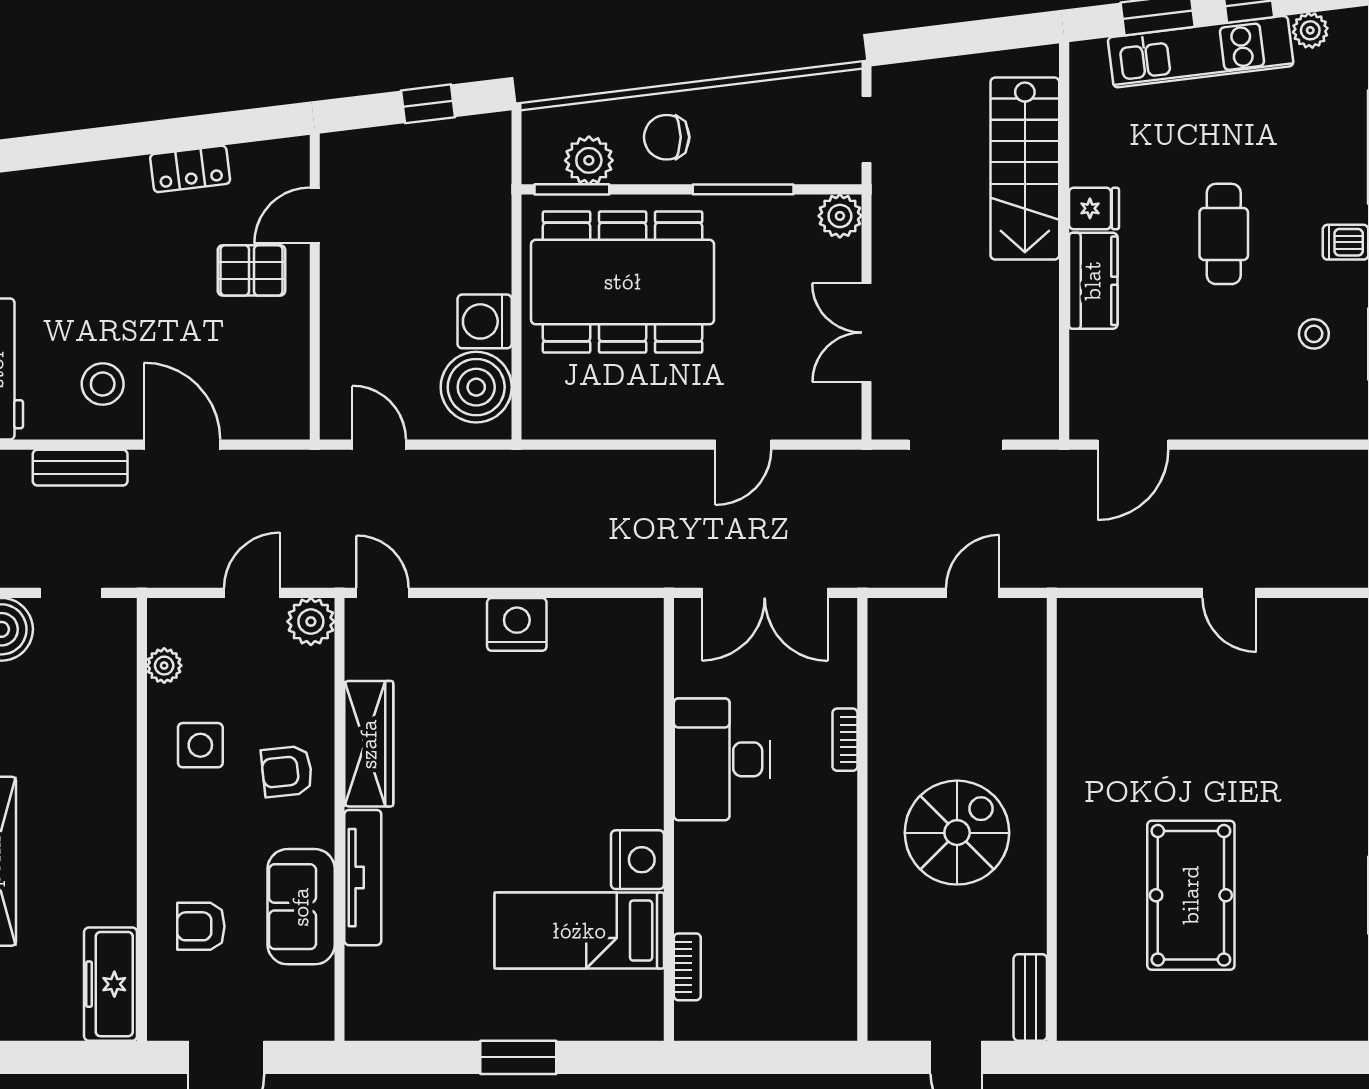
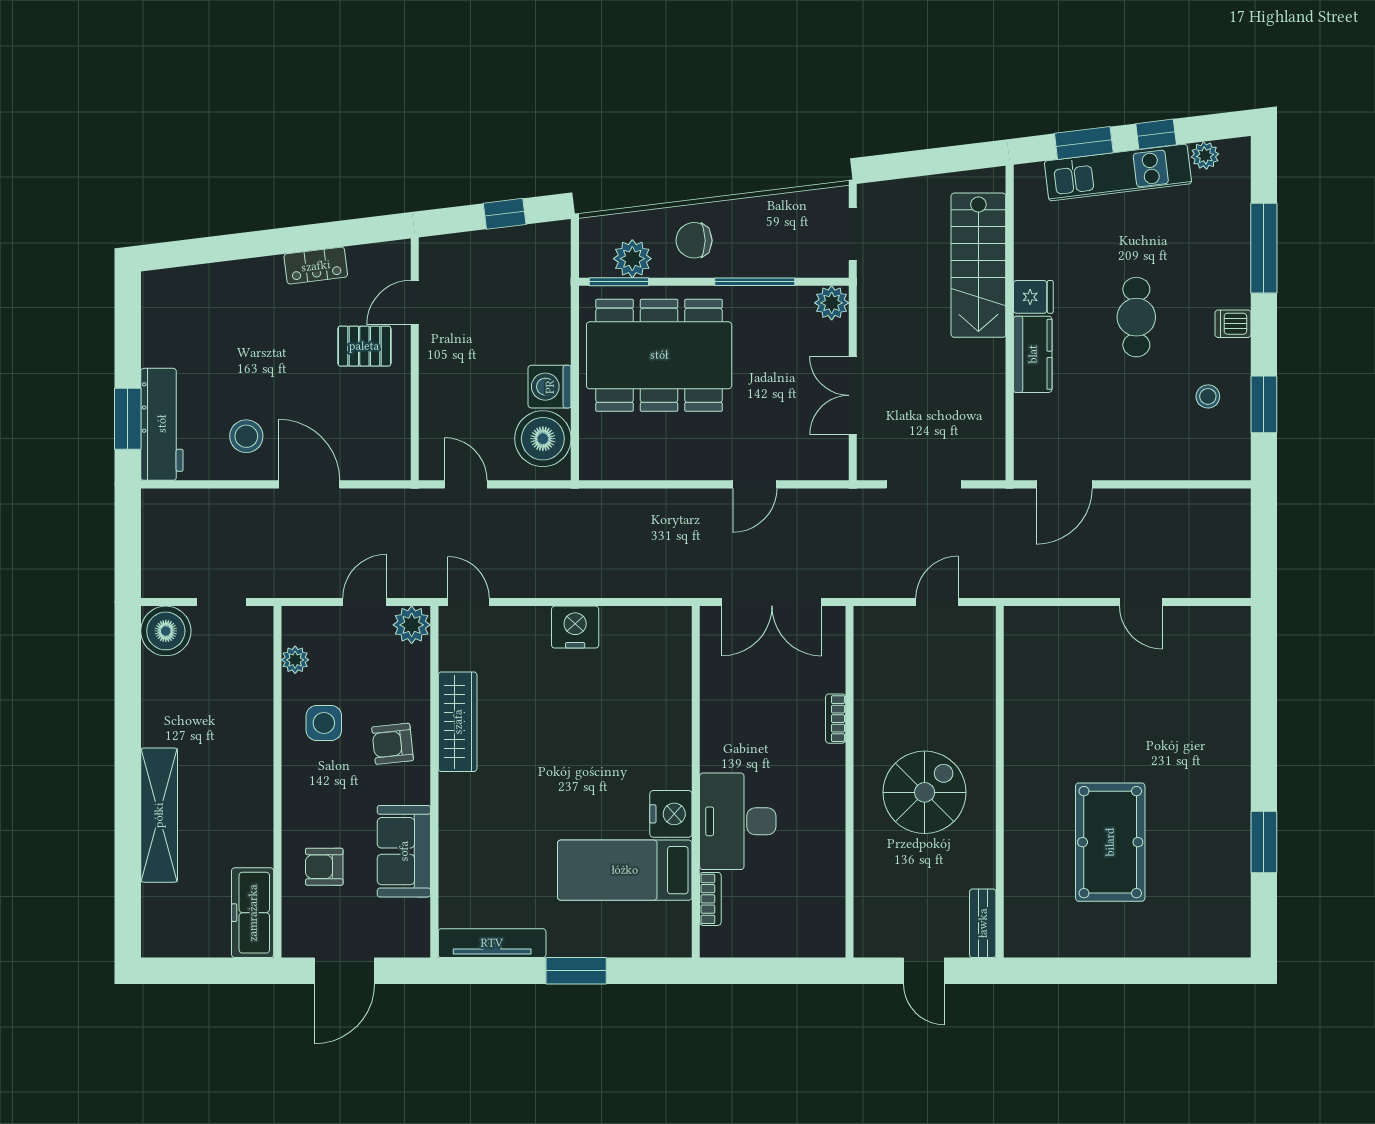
bench: (80, 468) -> (228, 503), removed
desk: (722, 759) -> (738, 821), moved
tv unit: (363, 878) -> (492, 943), moved, turned -90

